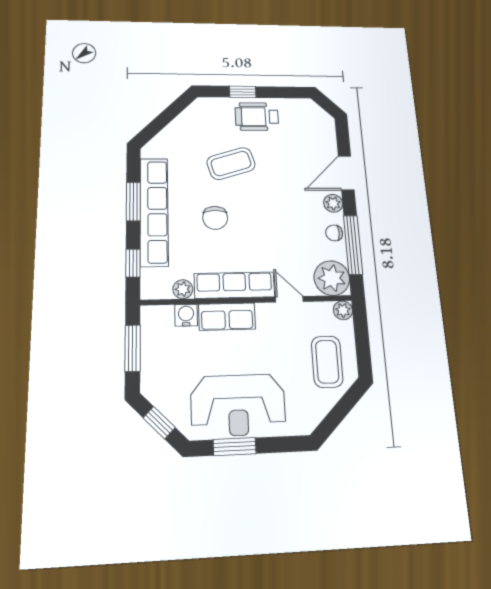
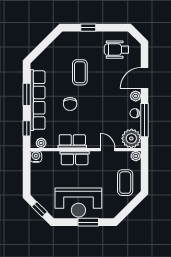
wheelchair: (257, 117) -> (116, 50), moved
coffee table: (231, 164) -> (80, 72), turned -73
row of seats: (234, 285) -> (72, 141), width x0.68
plant: (183, 289) -> (41, 143), moved
water cooler: (186, 315) -> (36, 157), moved
window: (133, 348) -> (27, 173), removed
window: (235, 447) -> (88, 222), moved

